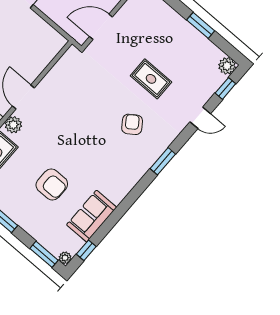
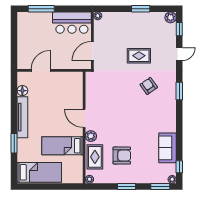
armchair: (52, 184) -> (122, 156), moved

